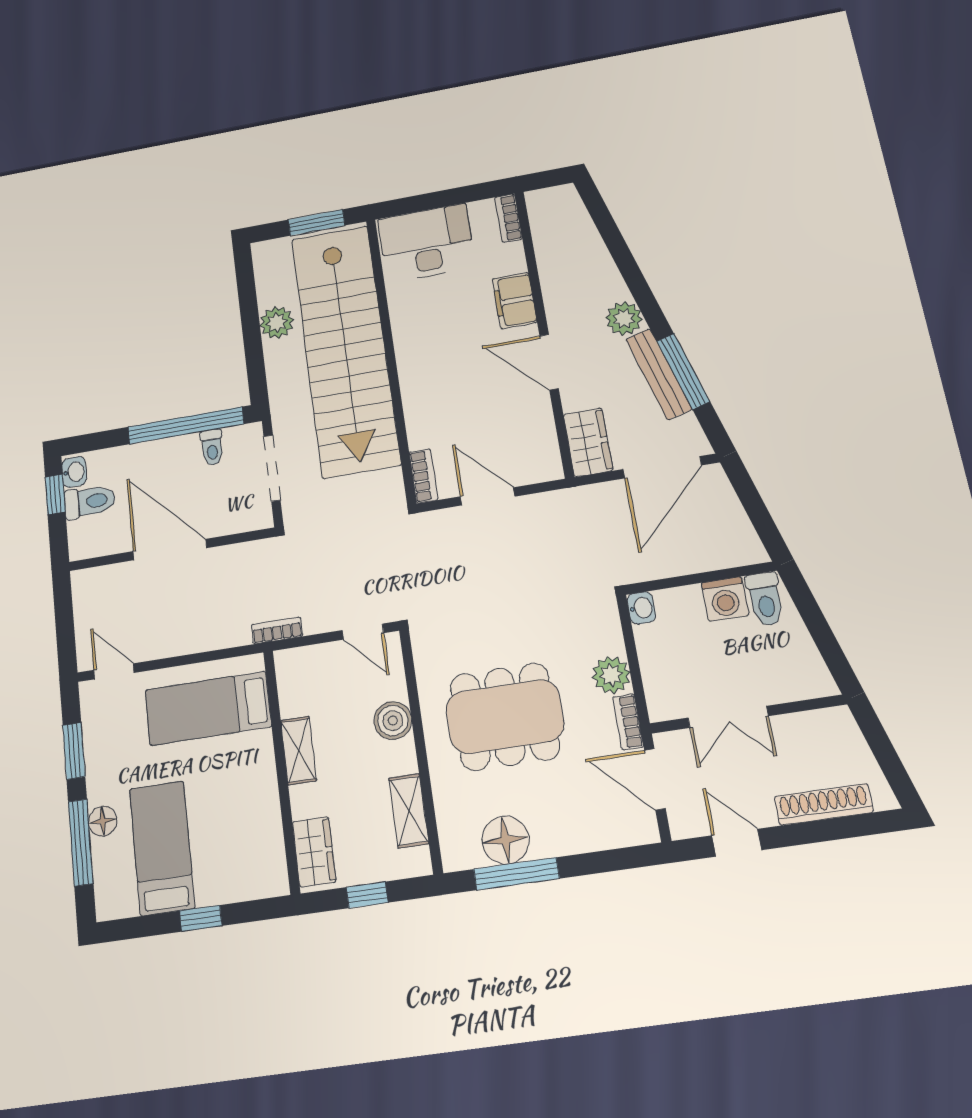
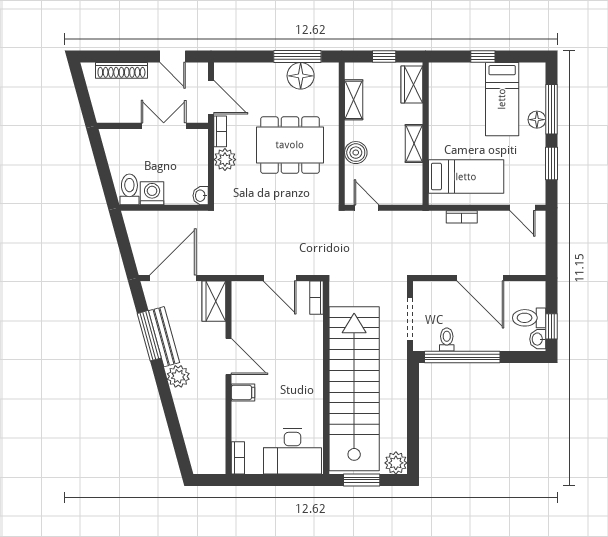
filing cabinet: (515, 301) -> (243, 393), width x0.50
plant: (277, 323) -> (396, 463), moved
bookcase: (277, 630) -> (462, 217), moved

